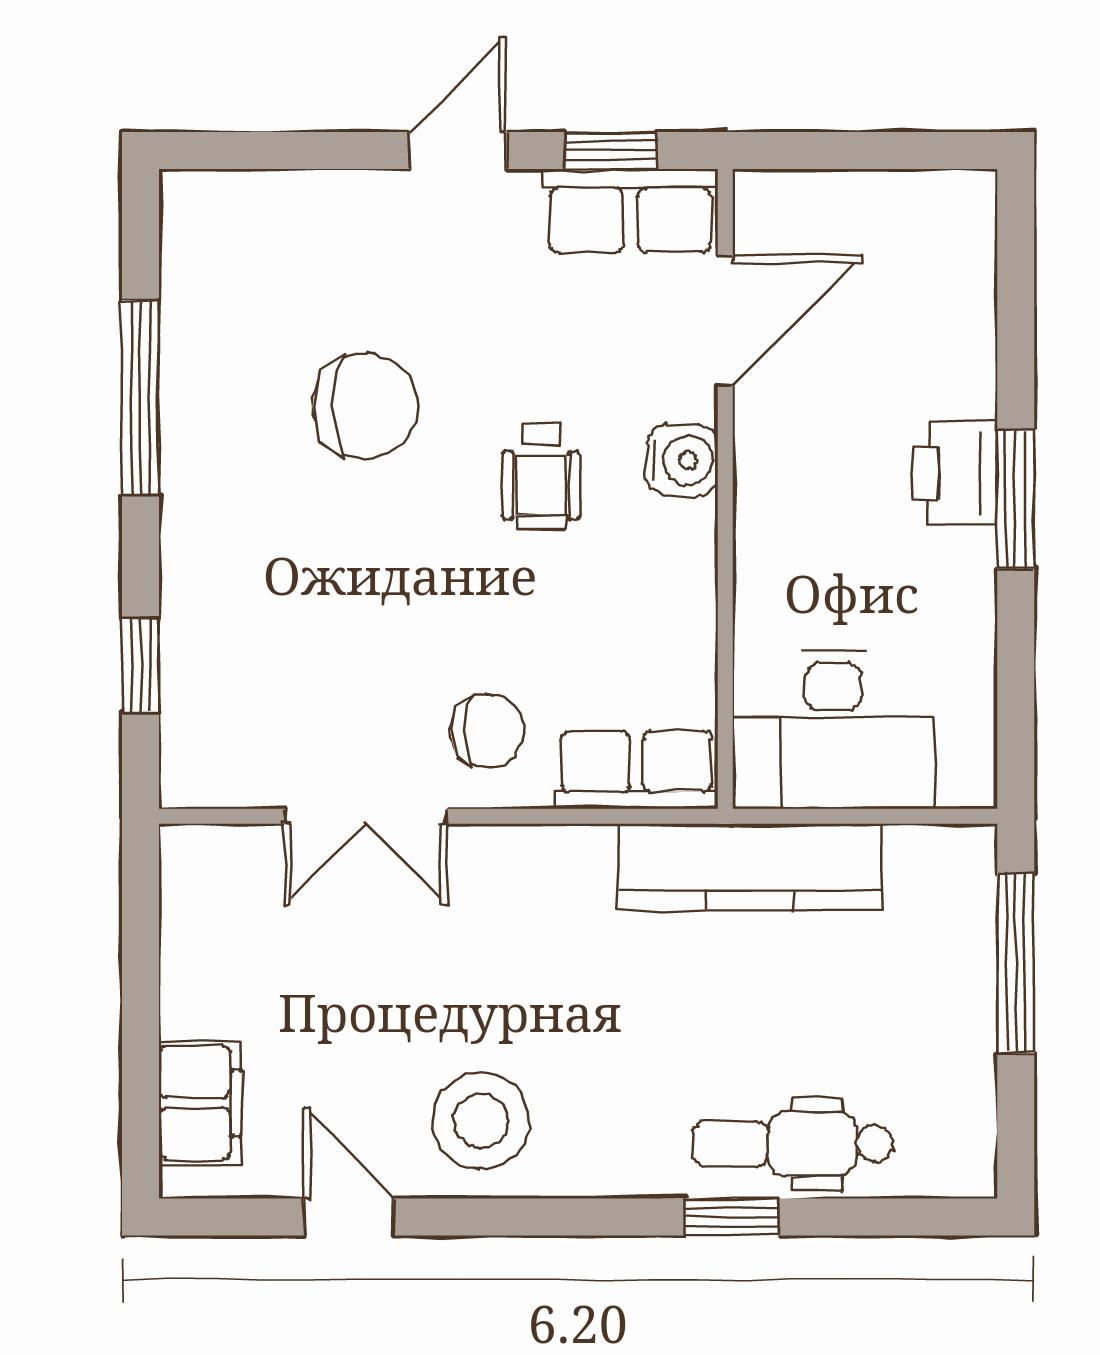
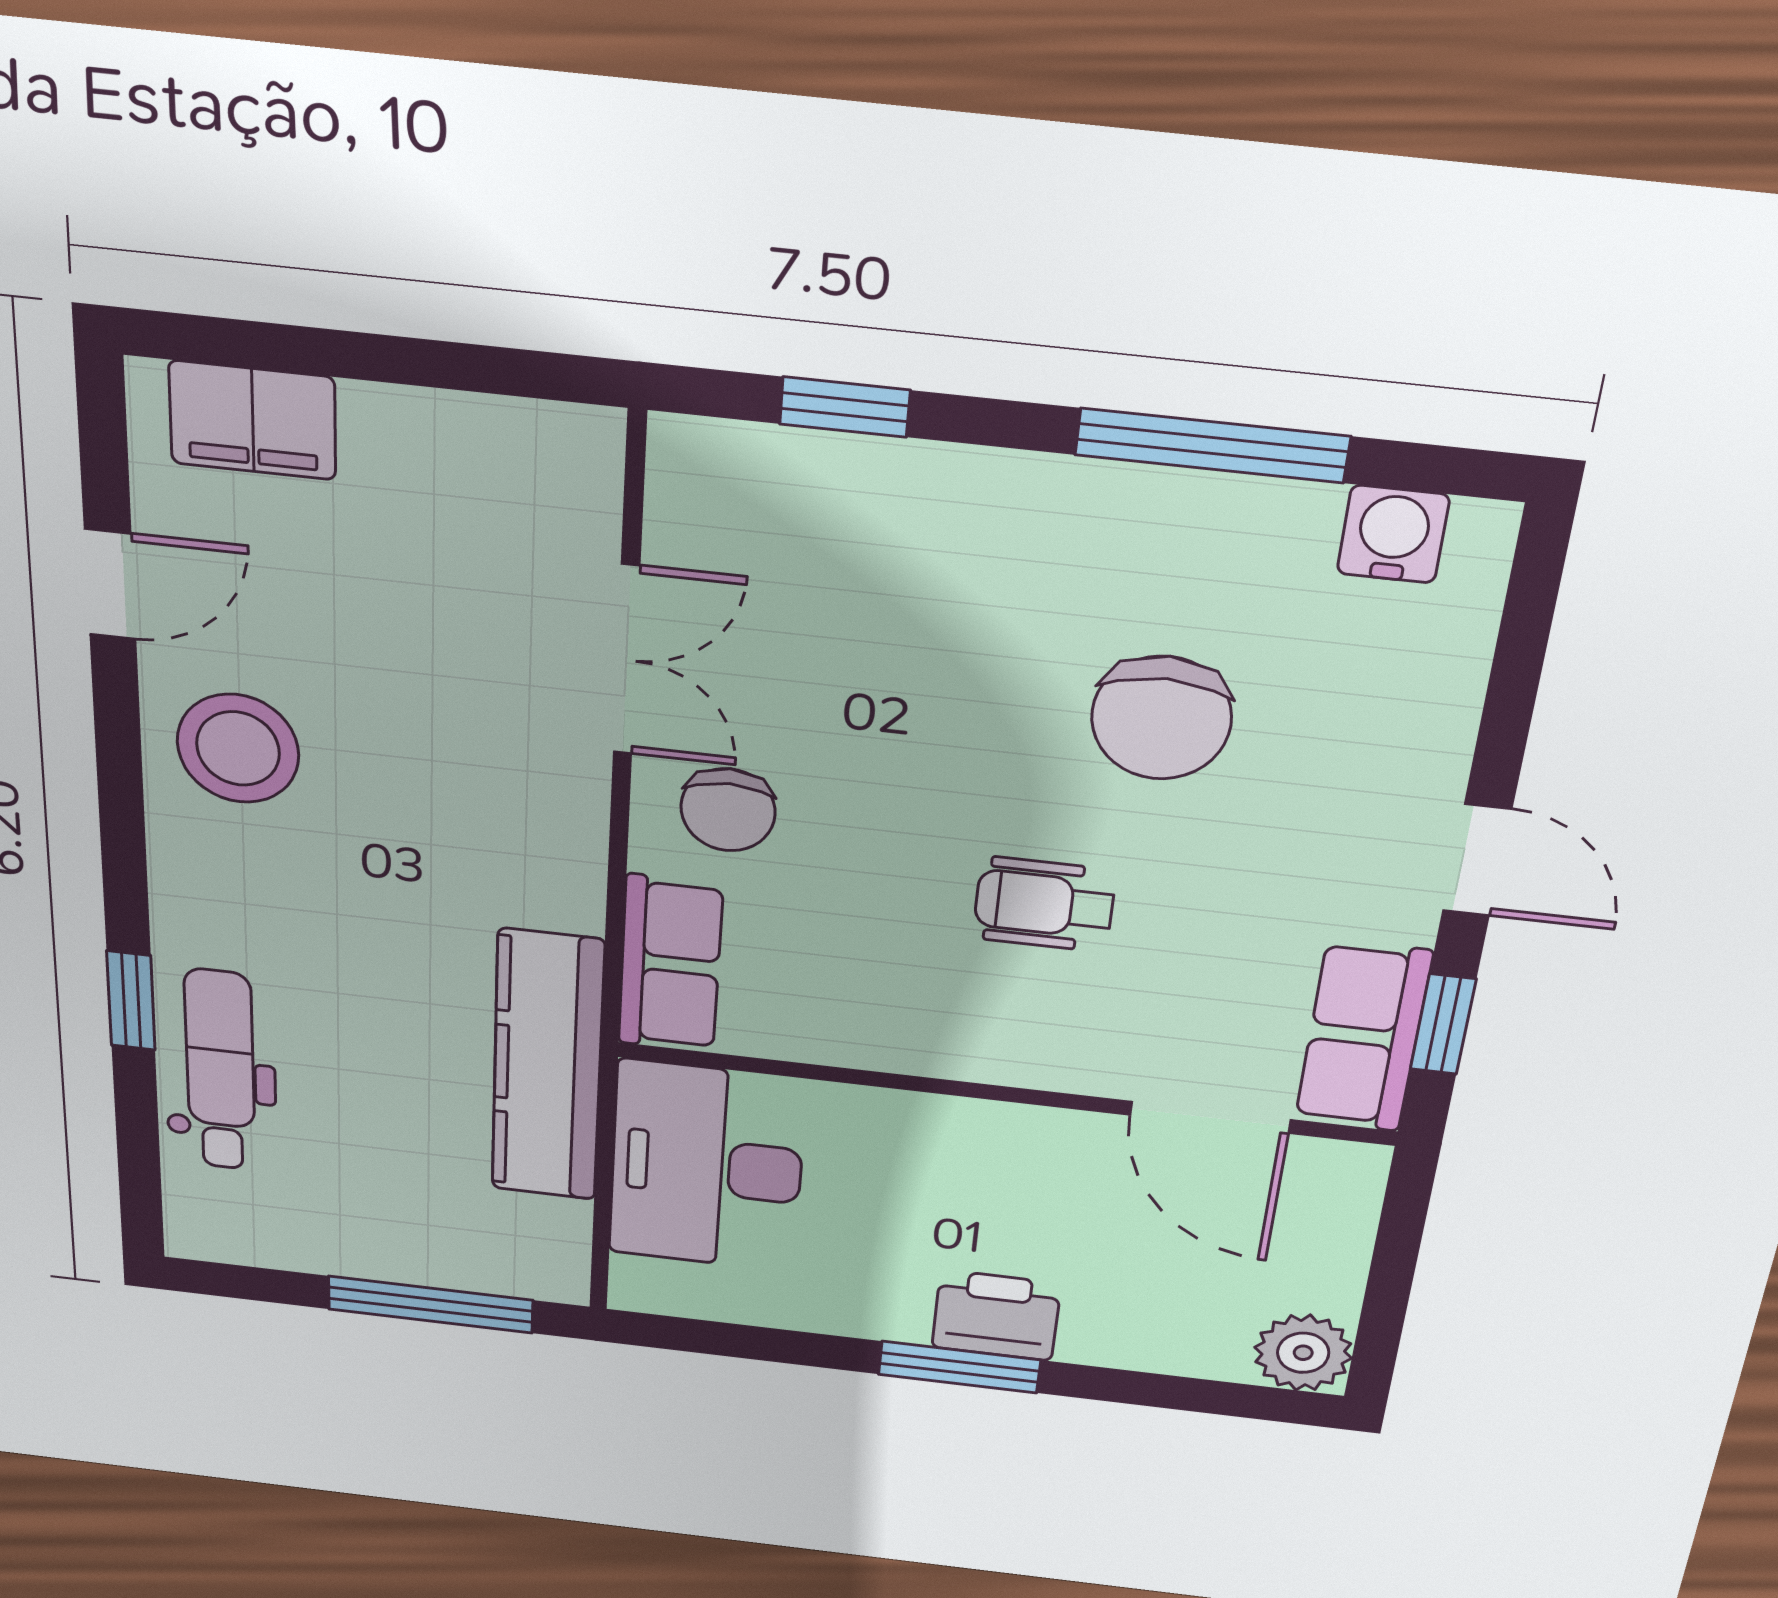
plant: (956, 210) -> (1303, 1353), added
water cooler: (682, 460) -> (1393, 534), moved, turned 180
double door: (365, 816) -> (626, 660), swing flipped

